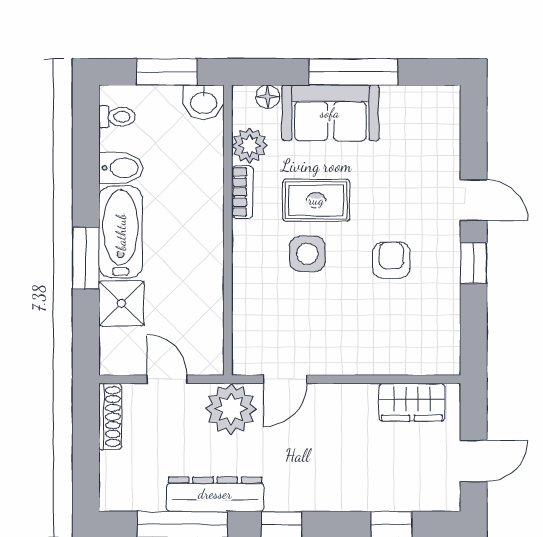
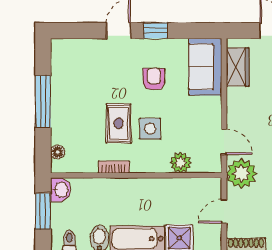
sofa: (330, 113) -> (205, 67), moved, turned 180
plant: (249, 146) -> (181, 163), moved
armchair: (391, 260) -> (154, 79), turned 90

